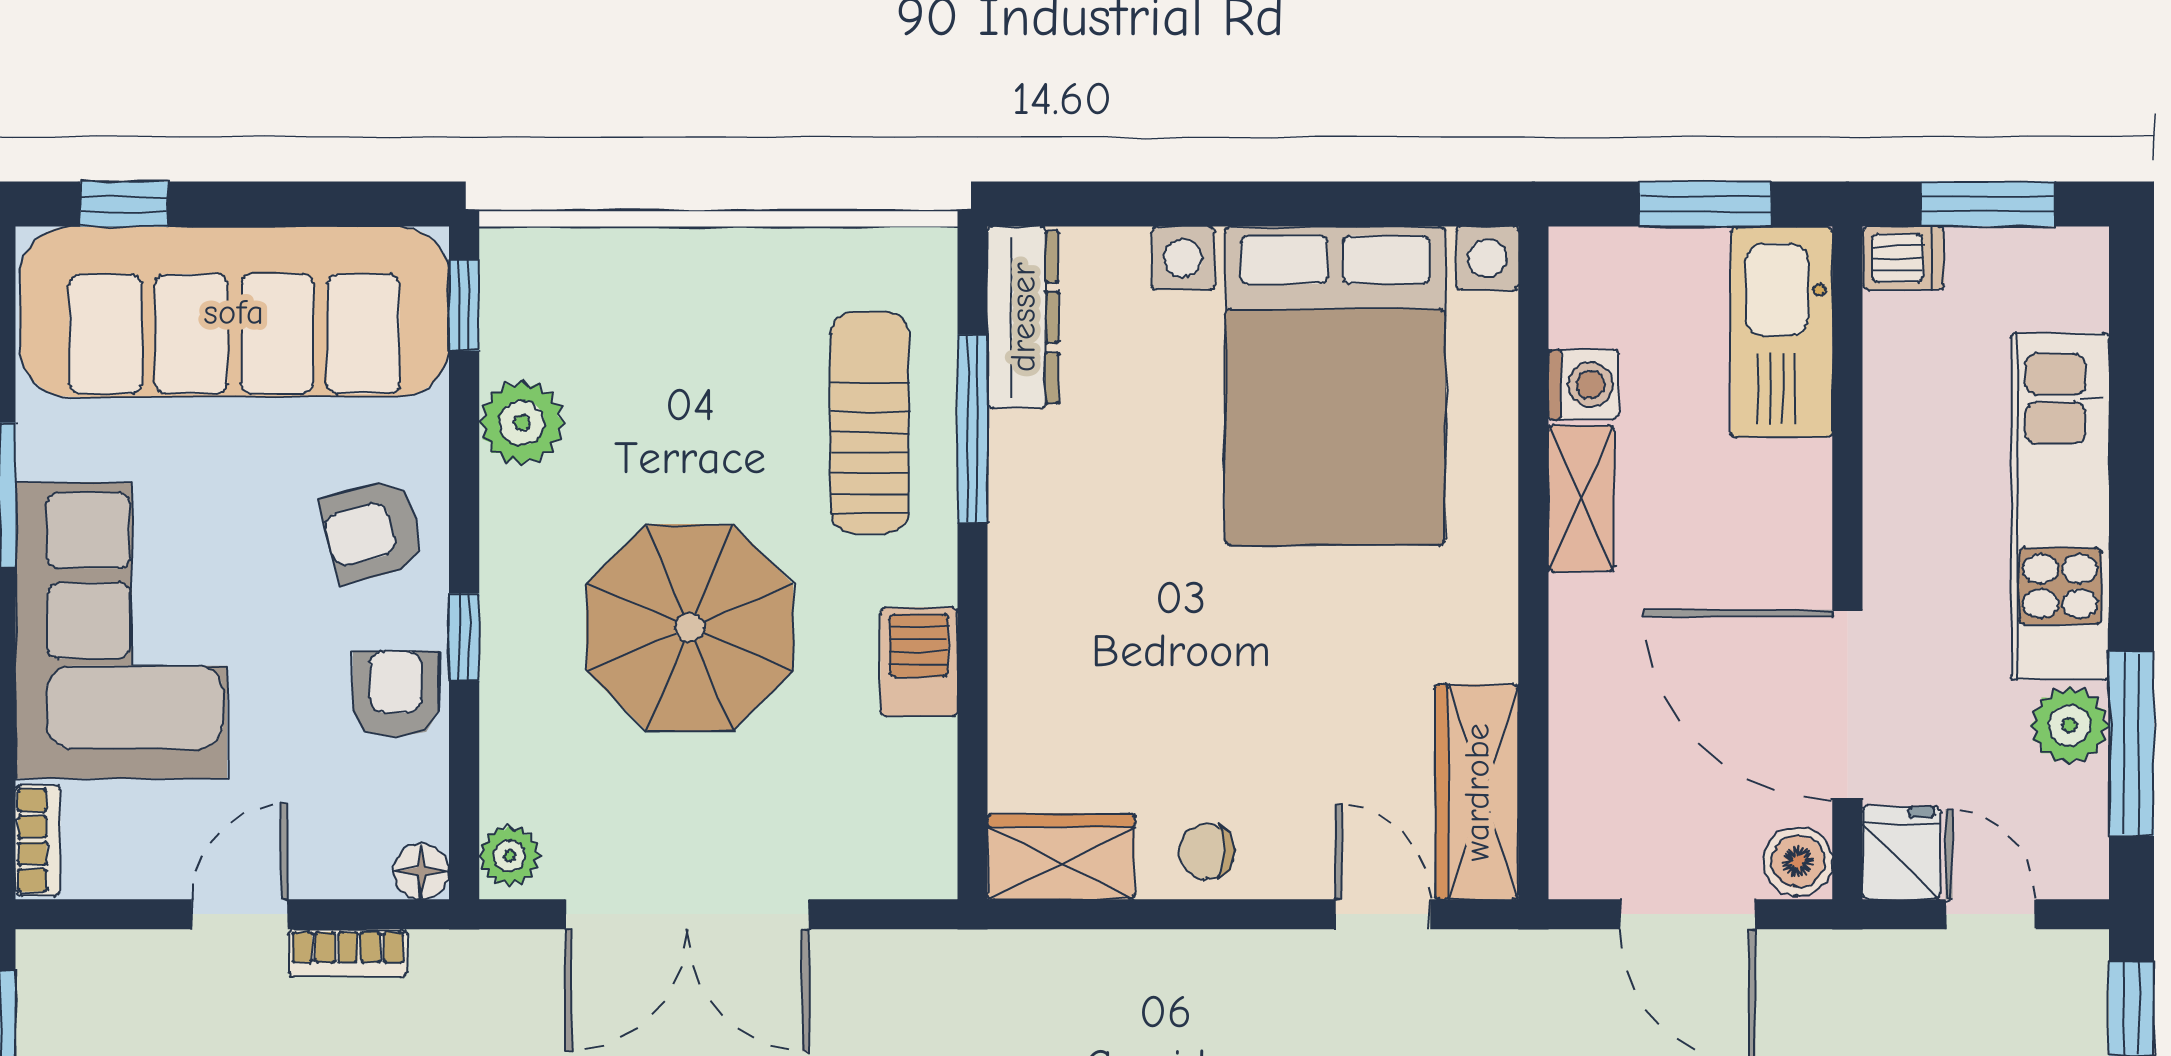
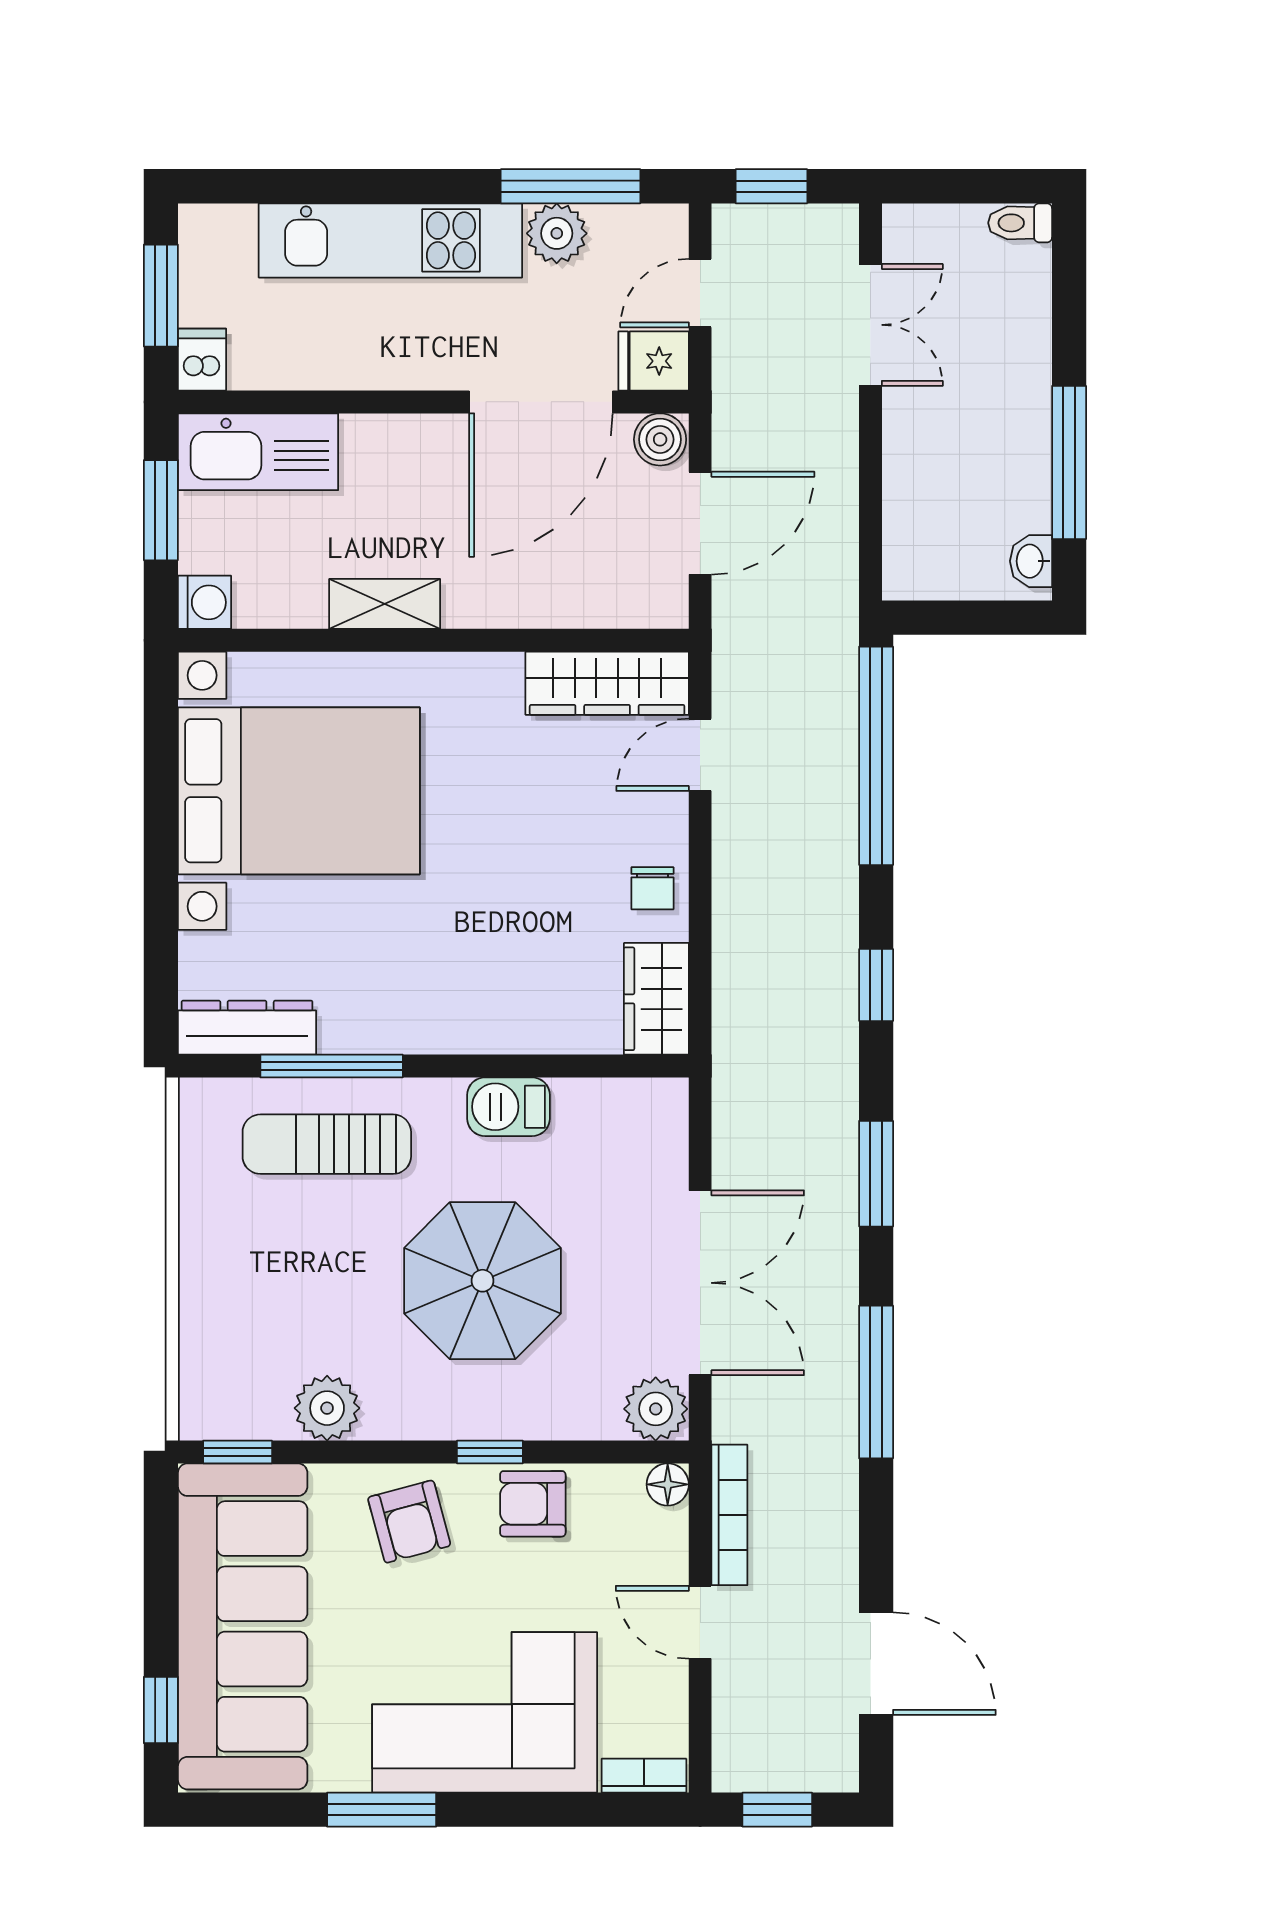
washing machine: (1583, 384) -> (205, 602), moved, turned 90
plant: (509, 856) -> (656, 1409), width x1.38, depth x1.38
bookcase: (348, 953) -> (729, 1515), width x1.56

